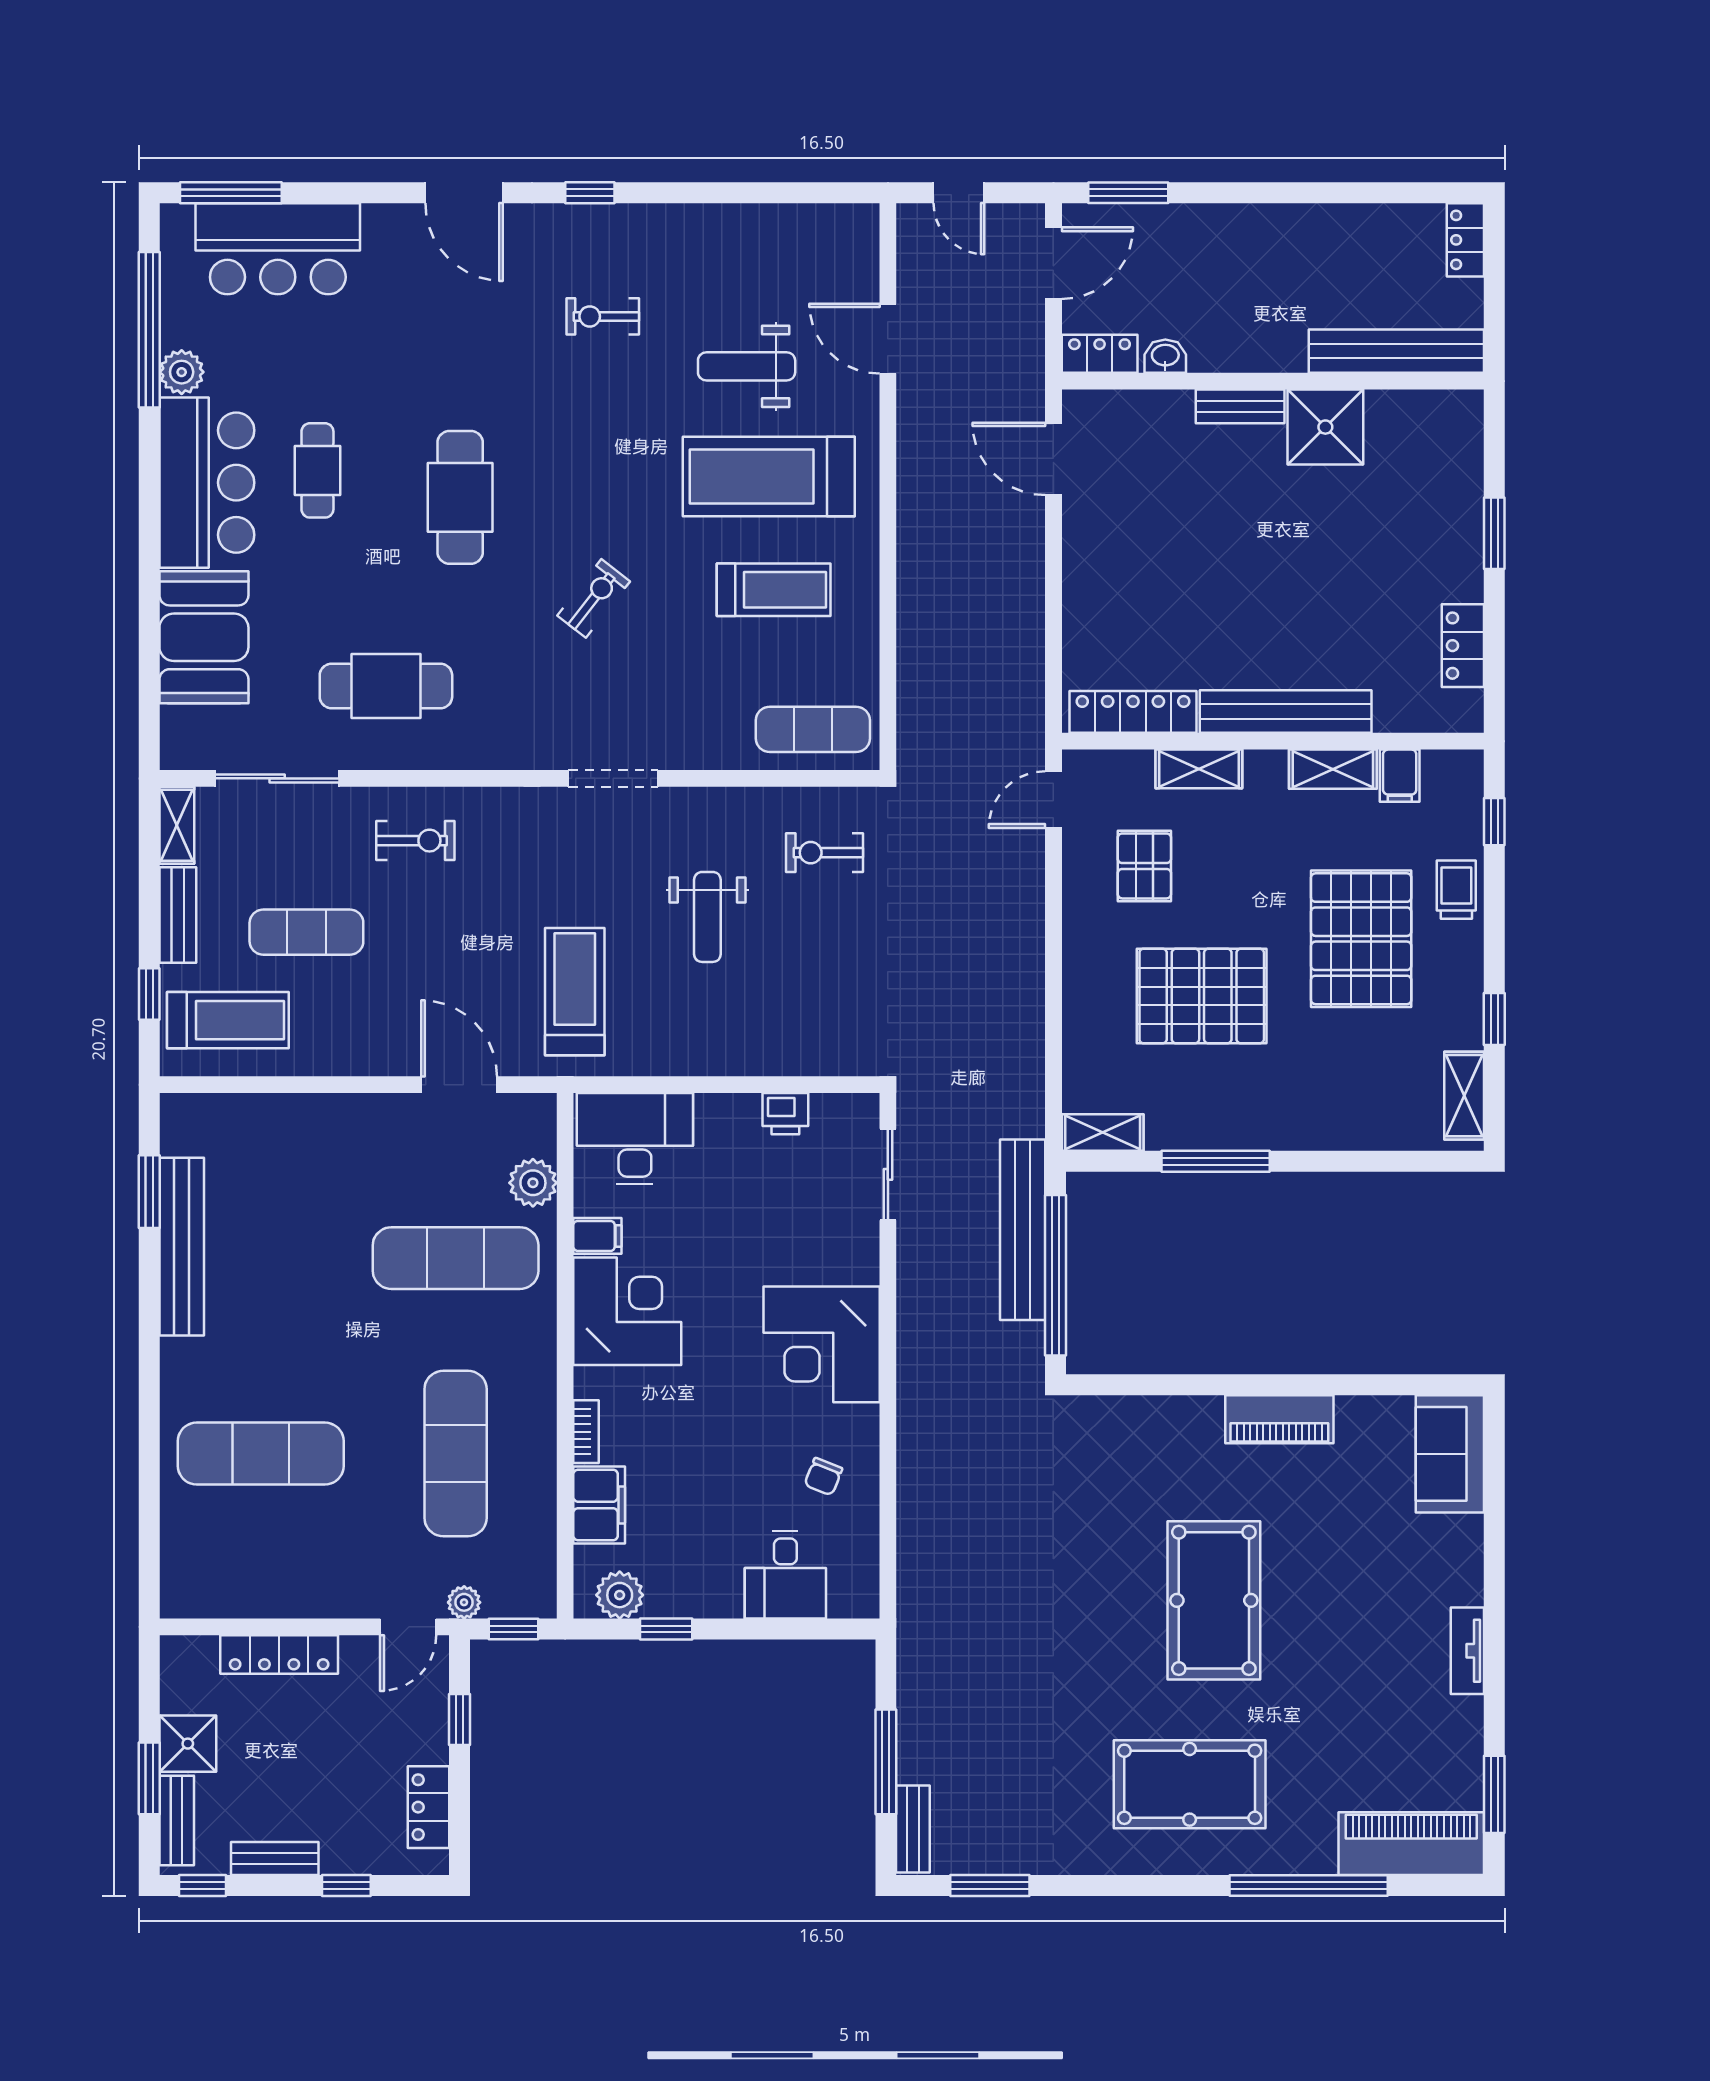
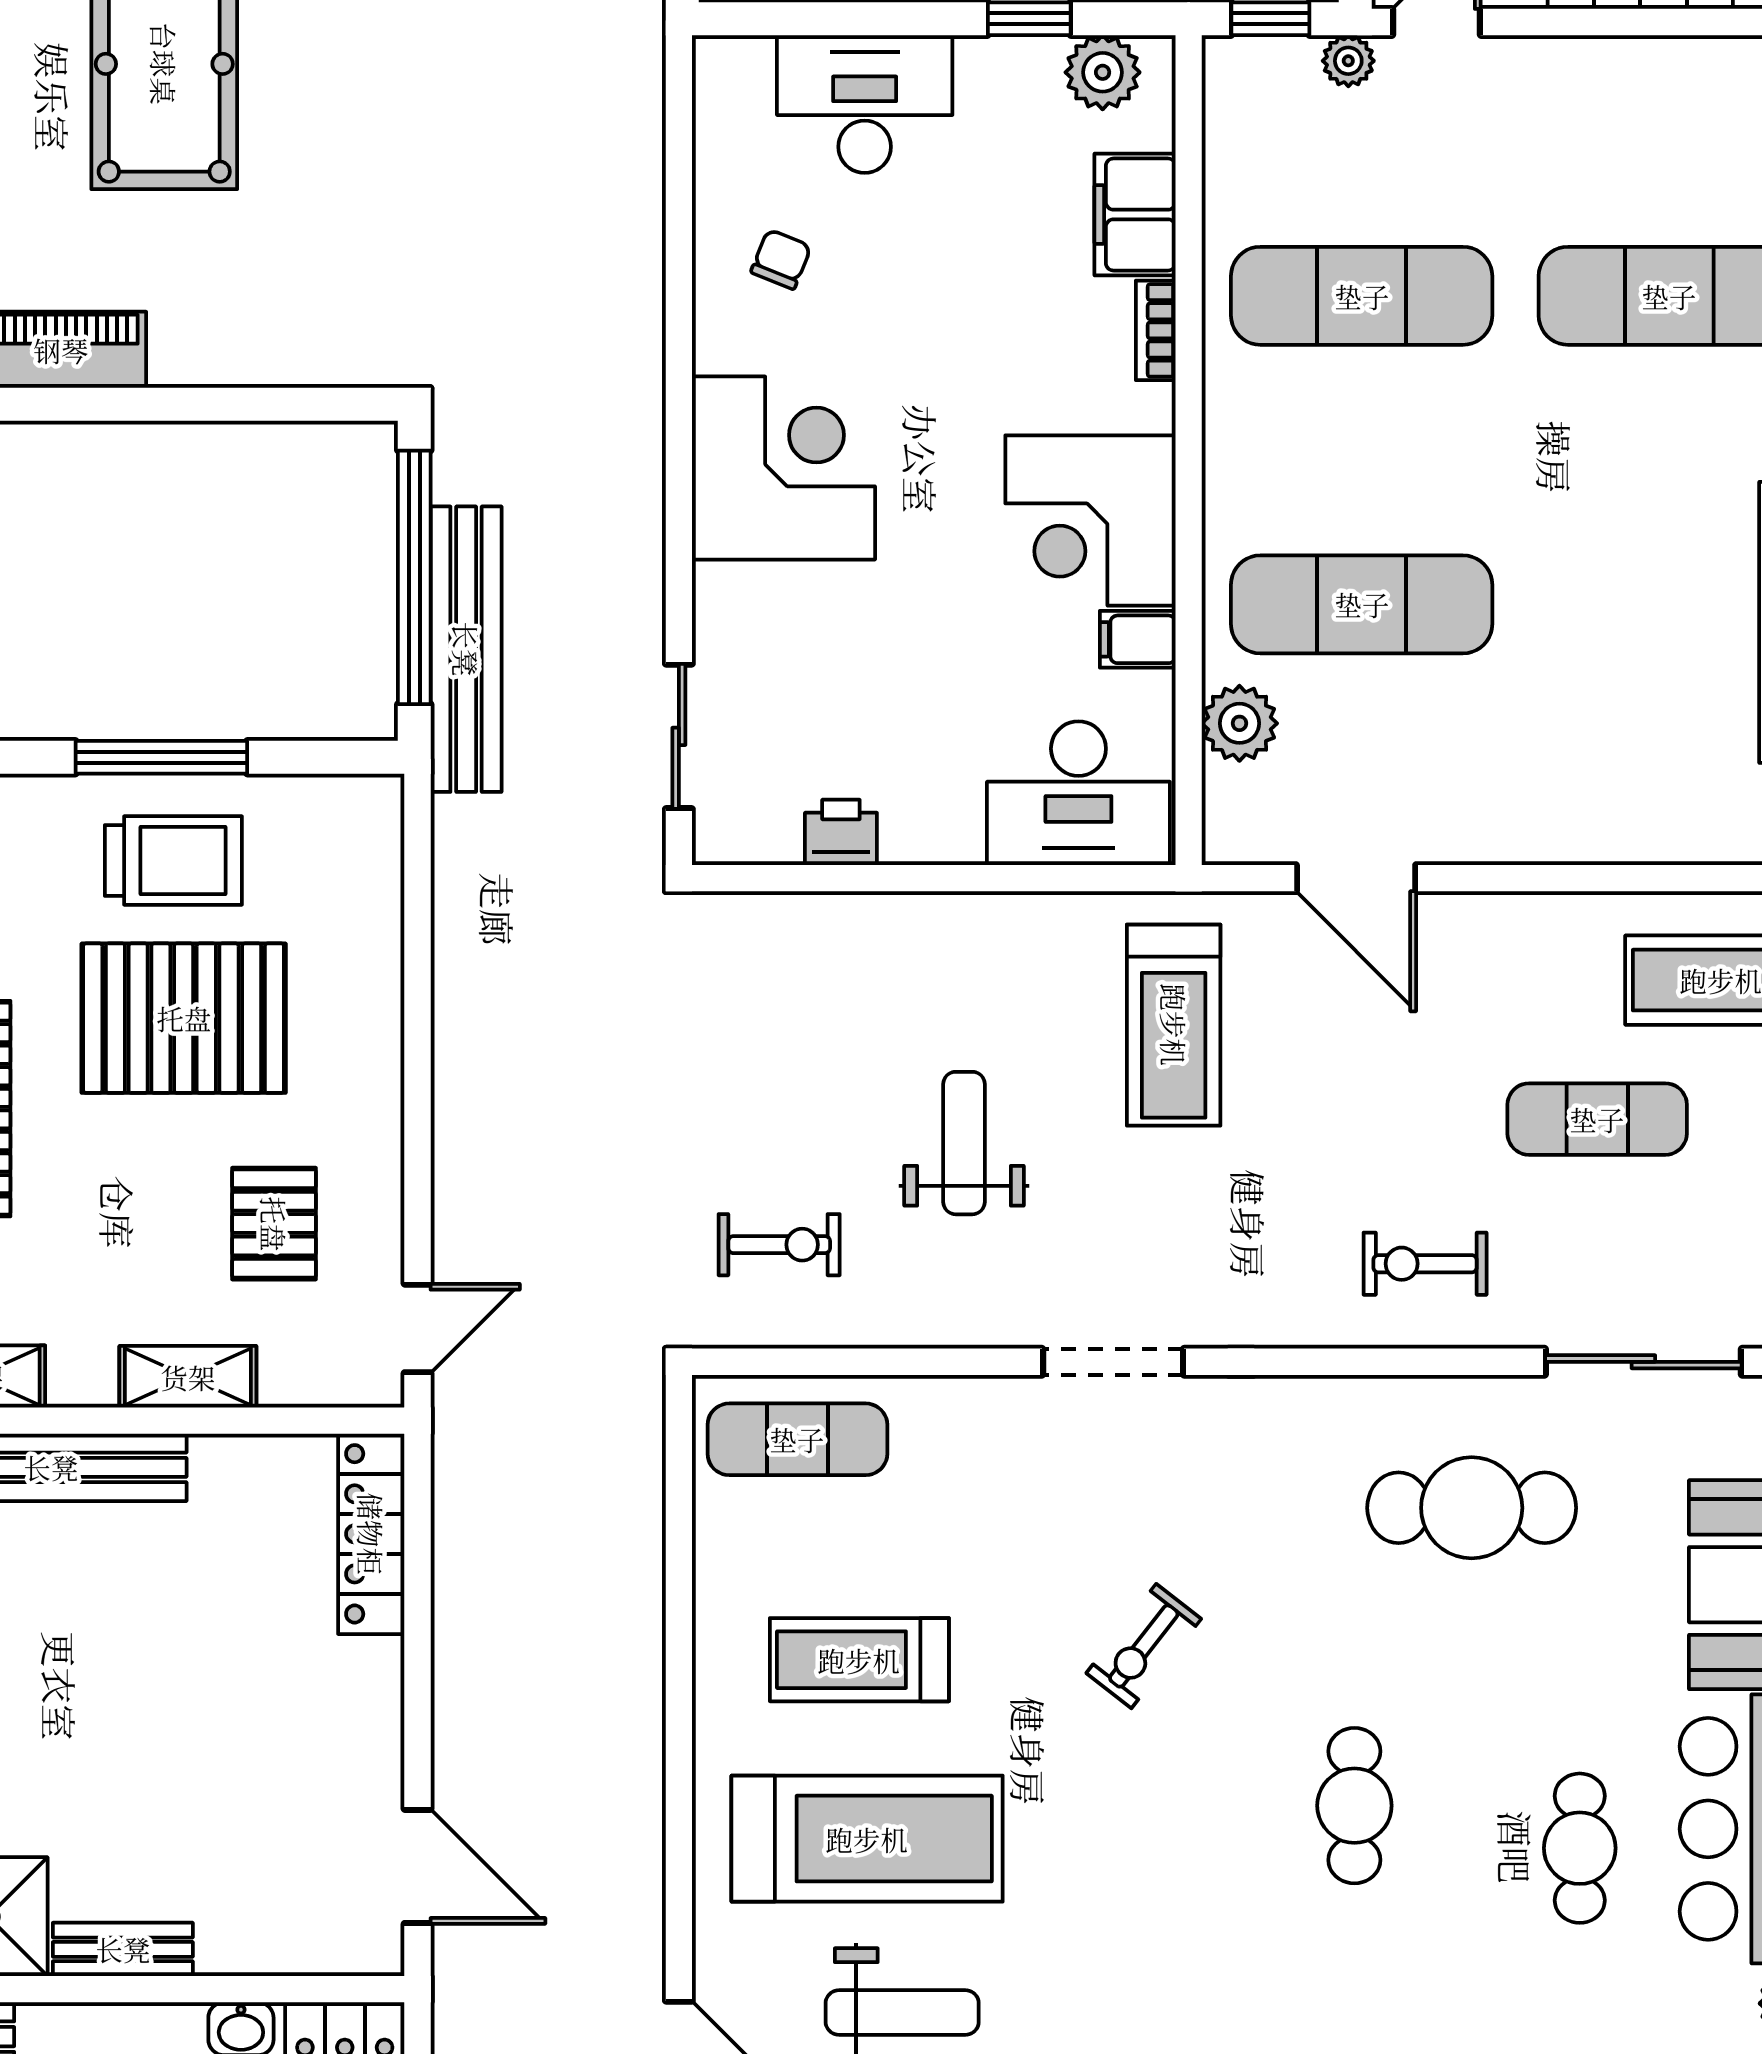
cafe table: (460, 497) -> (1354, 1806), width x0.73, depth x0.74
locker: (1133, 712) -> (371, 1534), moved, turned 90
trolley: (1208, 1096) -> (173, 861), added
shelving: (1103, 1133) -> (340, 803), removed
exercise mat: (456, 1454) -> (1362, 296), turned 90
desk: (785, 1575) -> (865, 104), width x1.37

